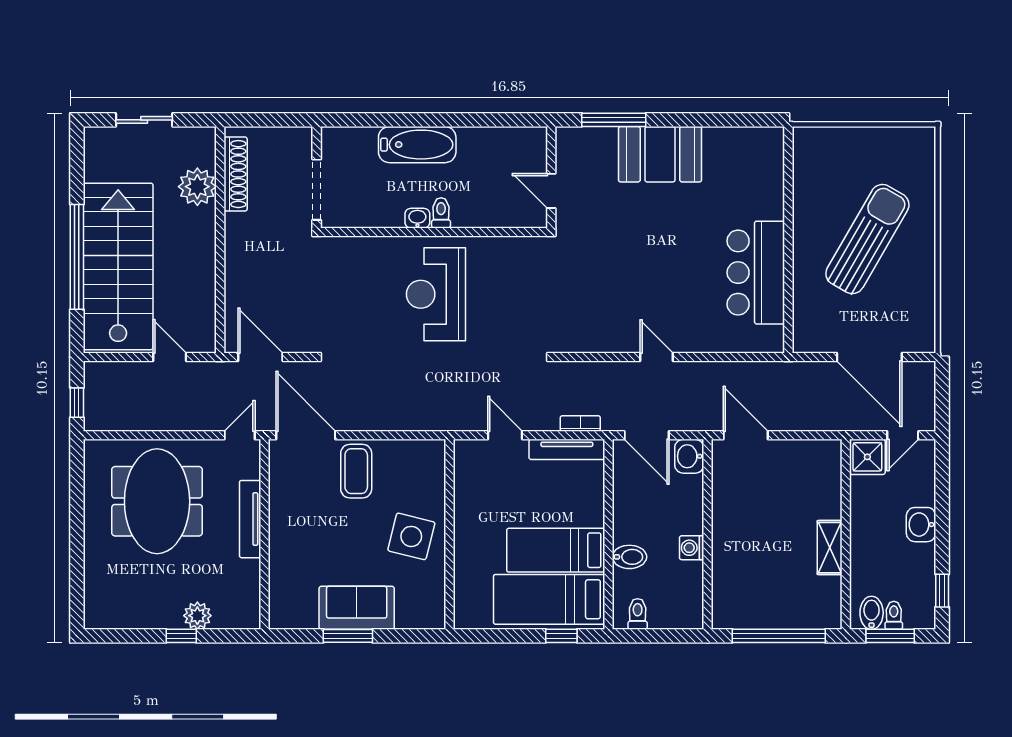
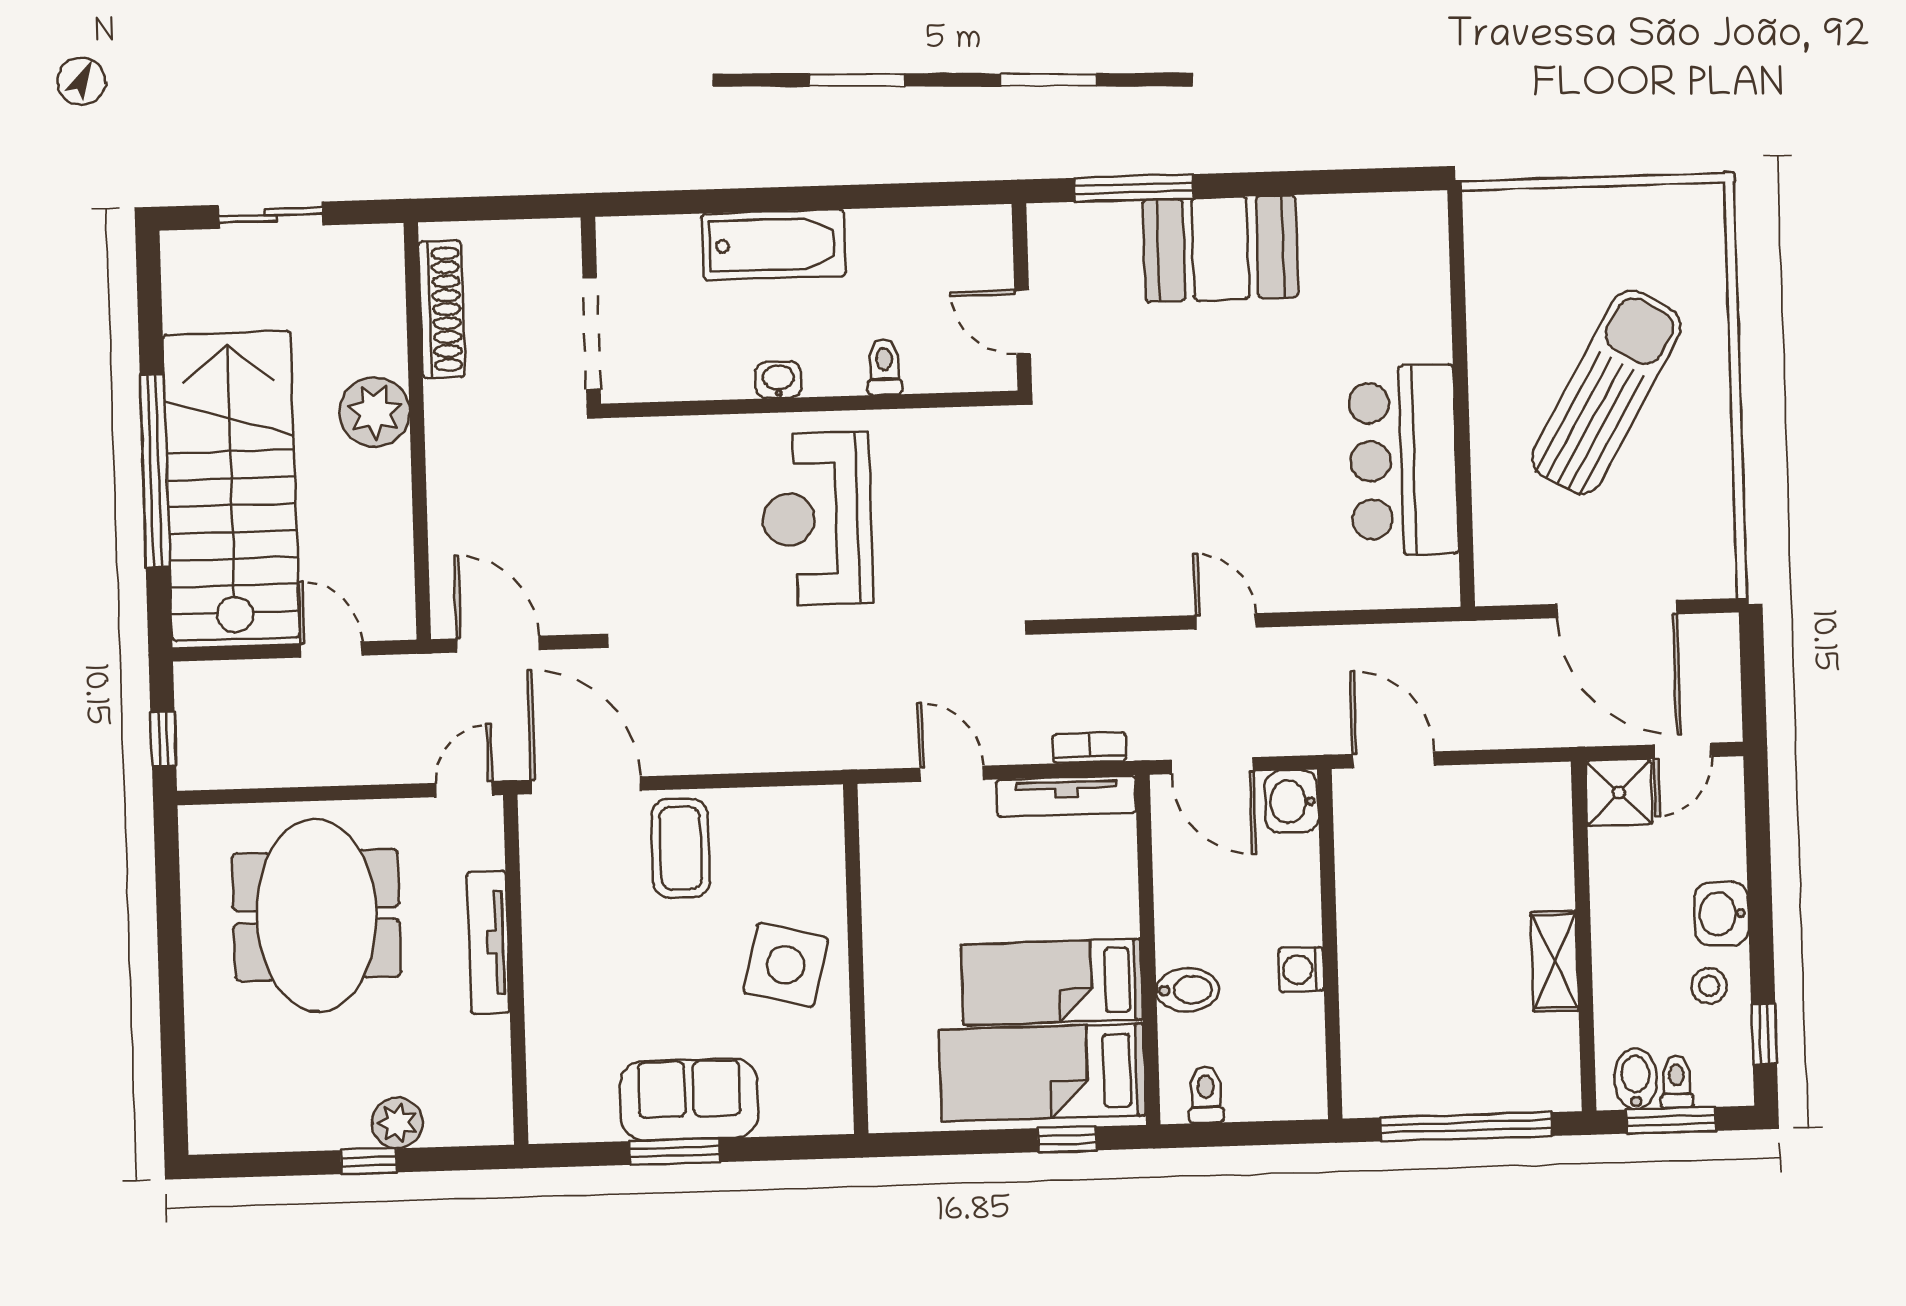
plant: (197, 187) -> (375, 412), moved
toilet: (441, 213) -> (884, 367), moved
stool: (913, 564) -> (1709, 986), added

